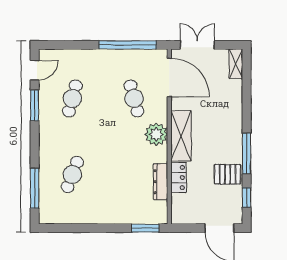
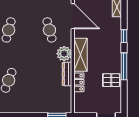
dresser: (161, 182) -> (67, 74), moved
window: (247, 198) -> (124, 36), moved

